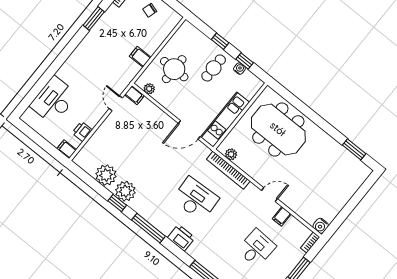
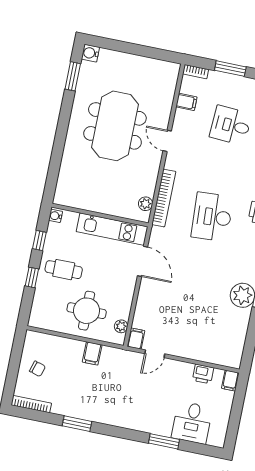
water cooler: (239, 69) -> (55, 216), moved
window: (47, 76) -> (164, 441), added
desk: (54, 100) -> (192, 423), width x0.73
meeting table: (278, 129) -> (115, 126), moved
plant: (106, 175) -> (236, 325), removed
filing cabinet: (282, 216) -> (186, 102), moved
water cooler: (321, 226) -> (90, 53), moved, turned 180

